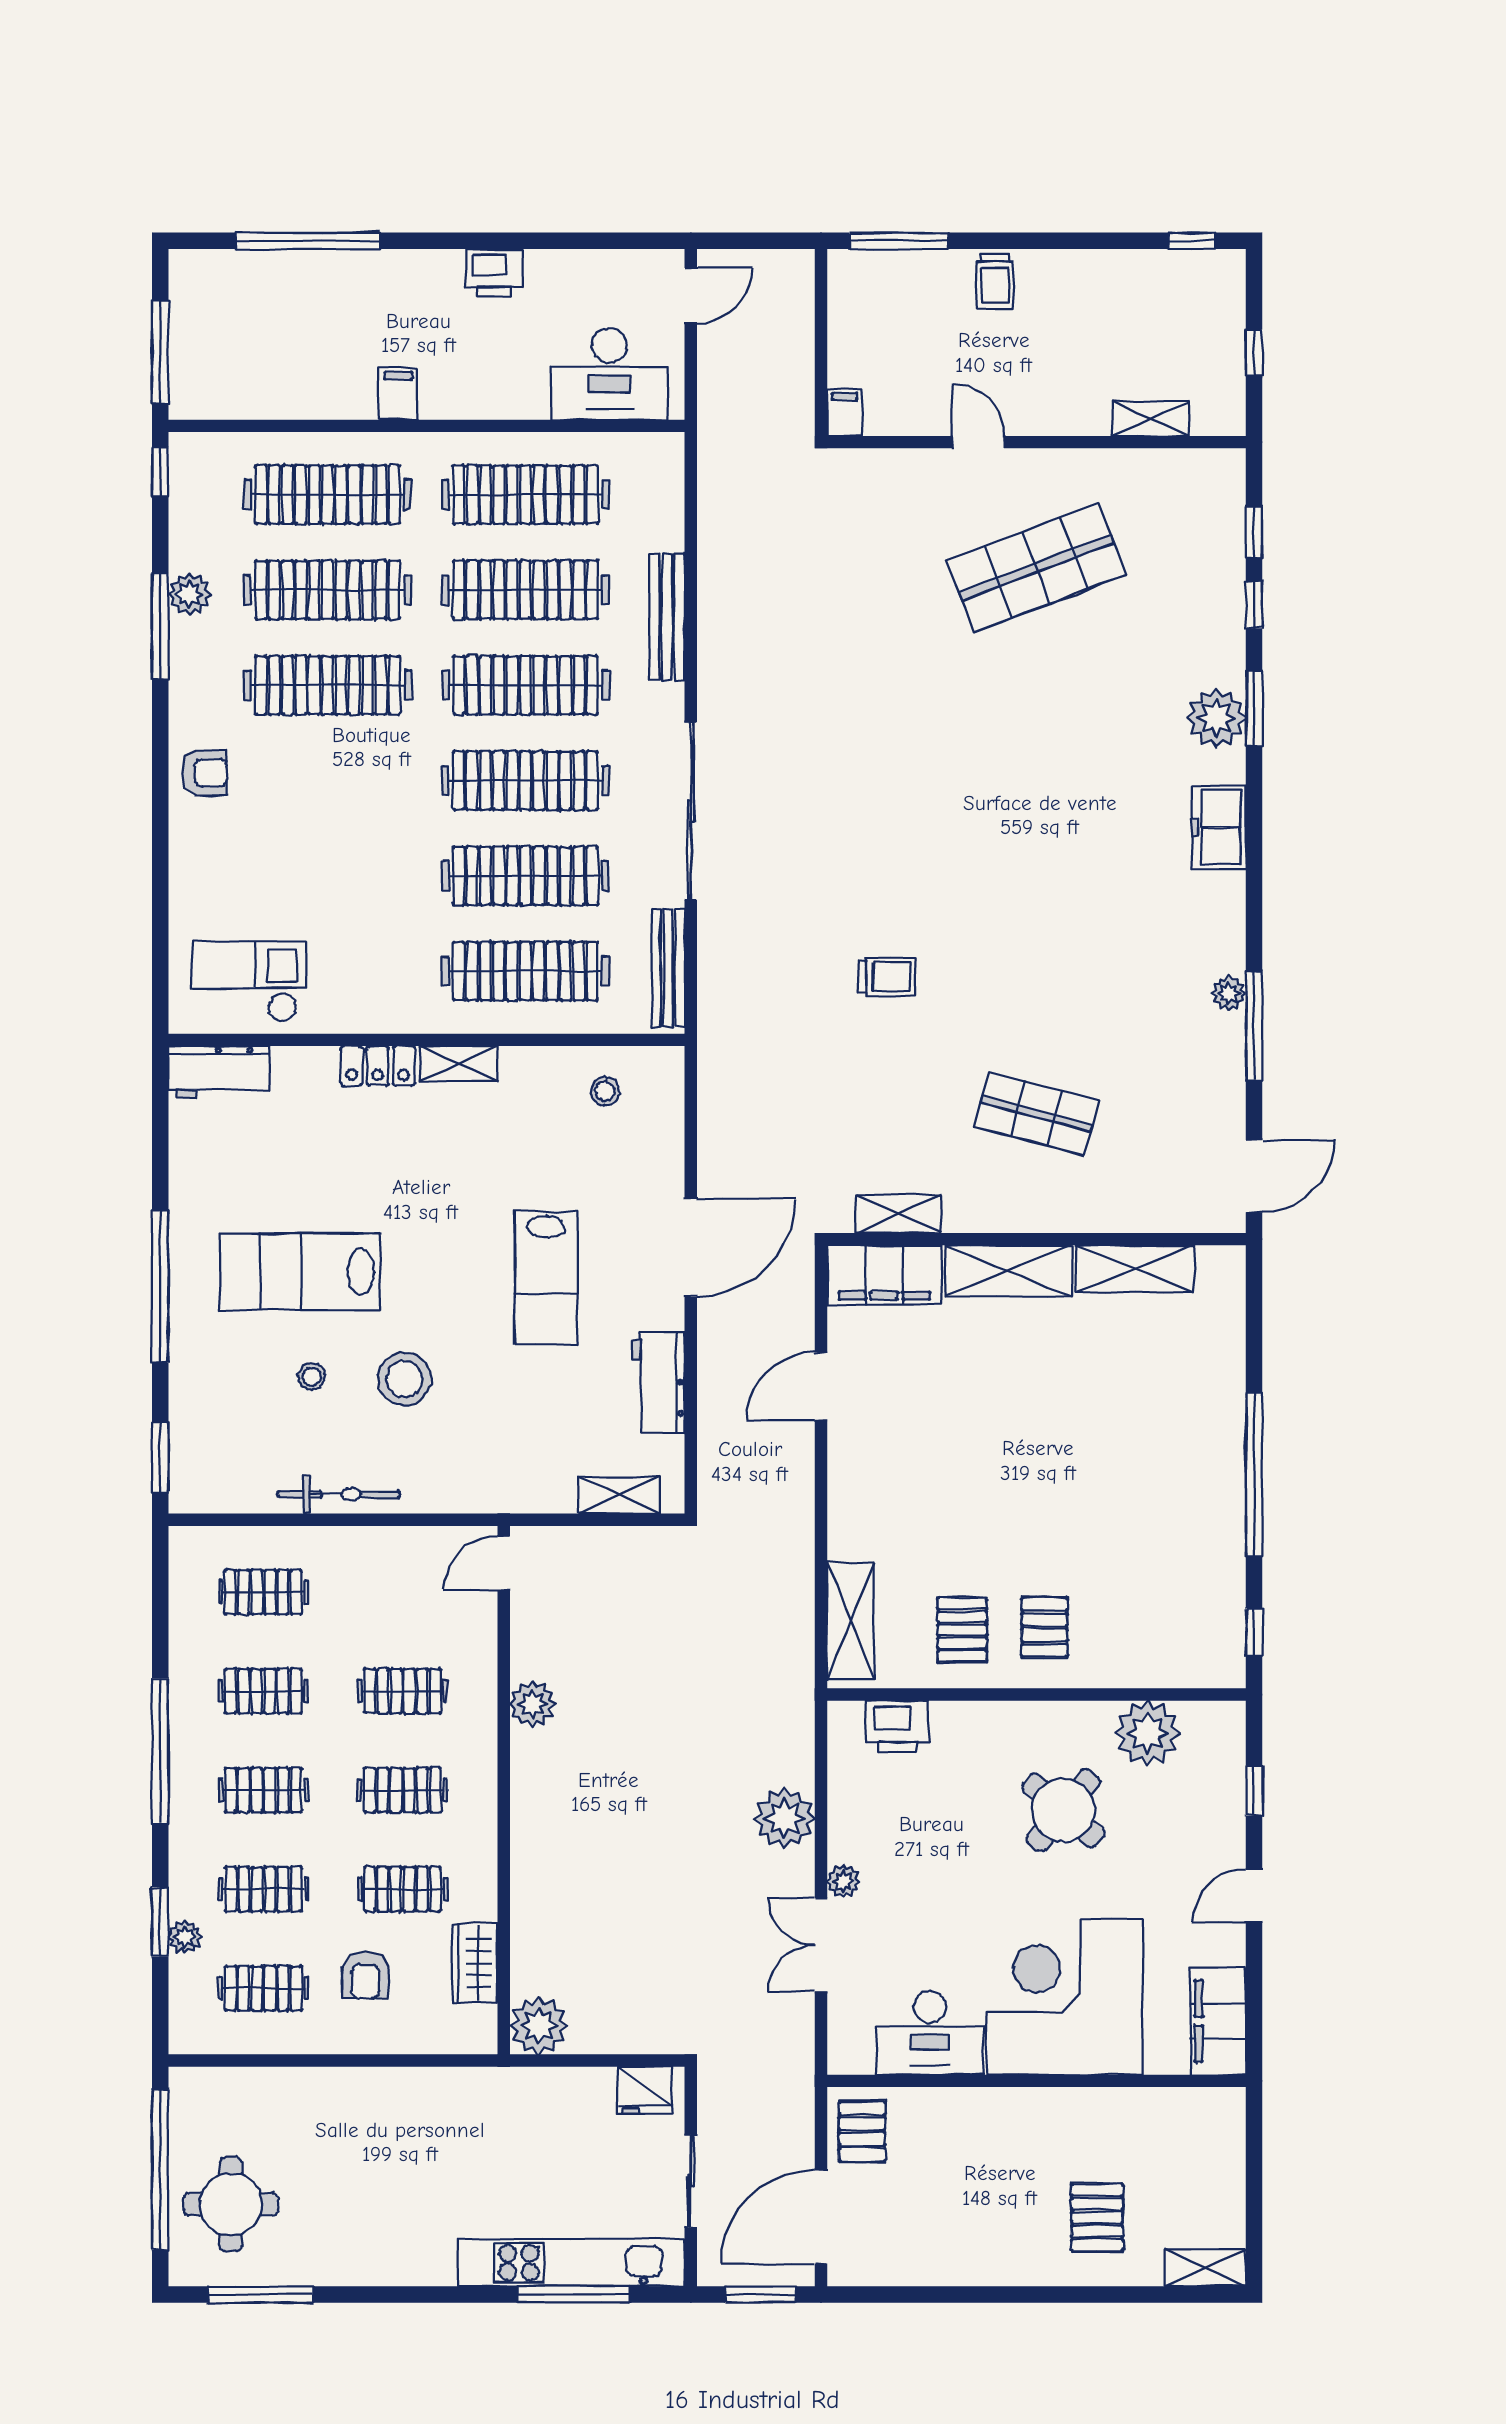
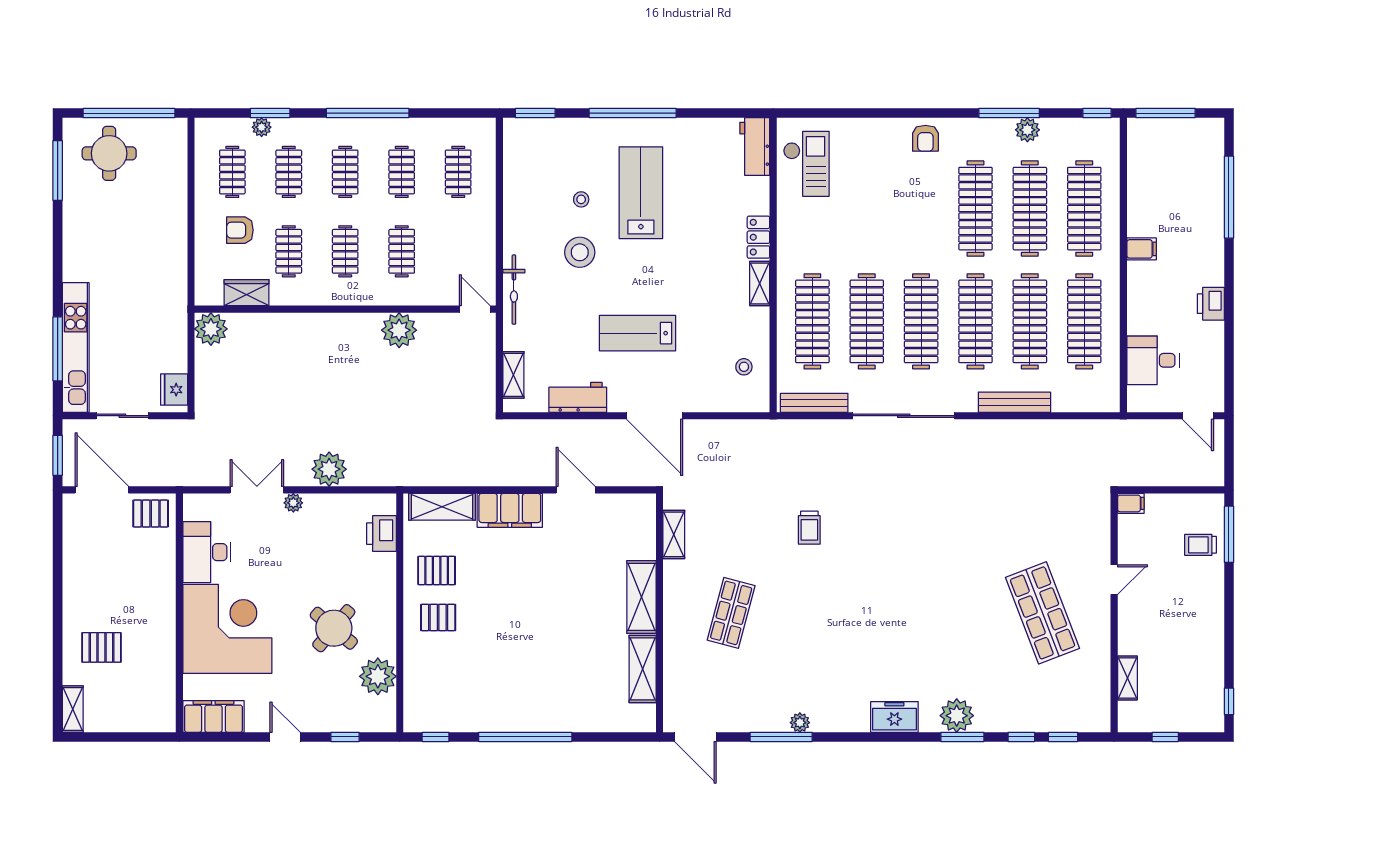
trolley: (995, 282) -> (1201, 545), moved
desk: (609, 374) -> (1153, 360), width x0.73
filing cabinet: (884, 1275) -> (510, 510), moved, turned -90
bicycle: (339, 1494) -> (514, 290), moved
plant: (533, 1704) -> (399, 330), width x1.36, depth x1.36

